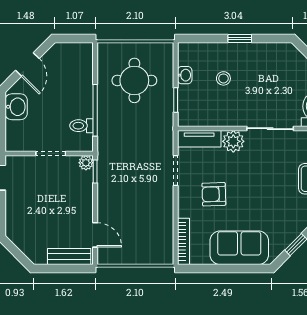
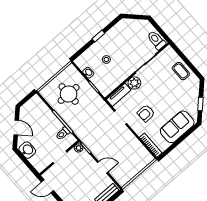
door: (95, 235) -> (103, 167), moved

